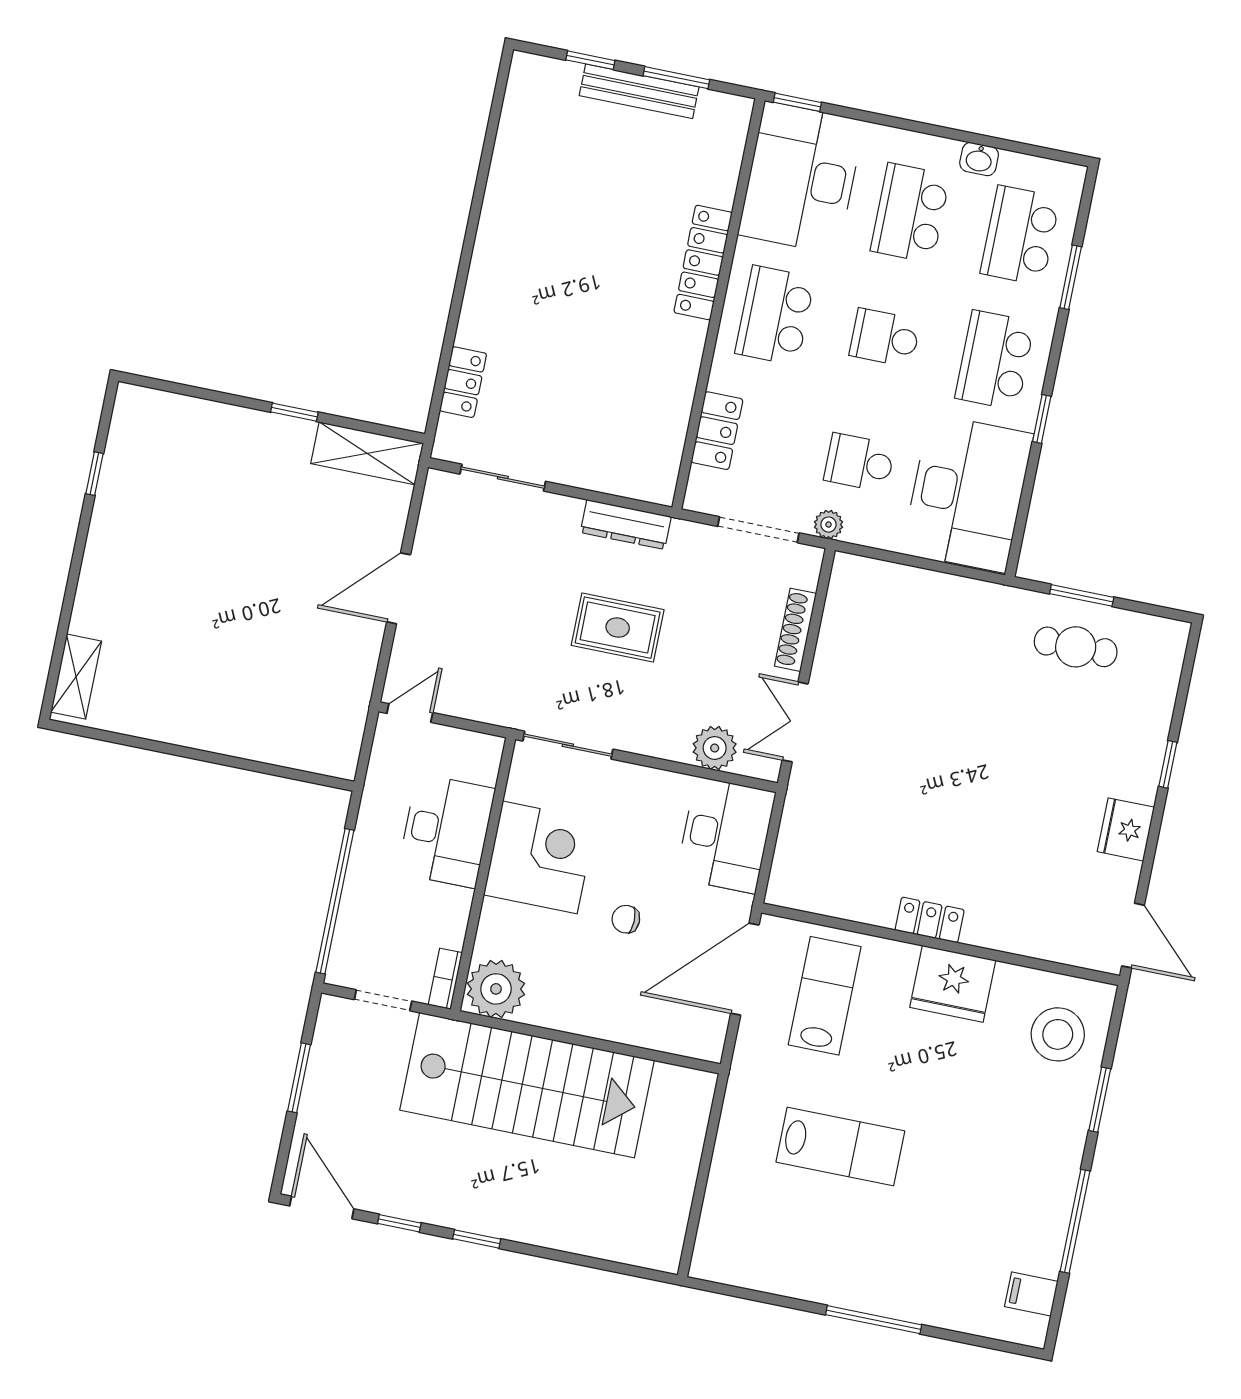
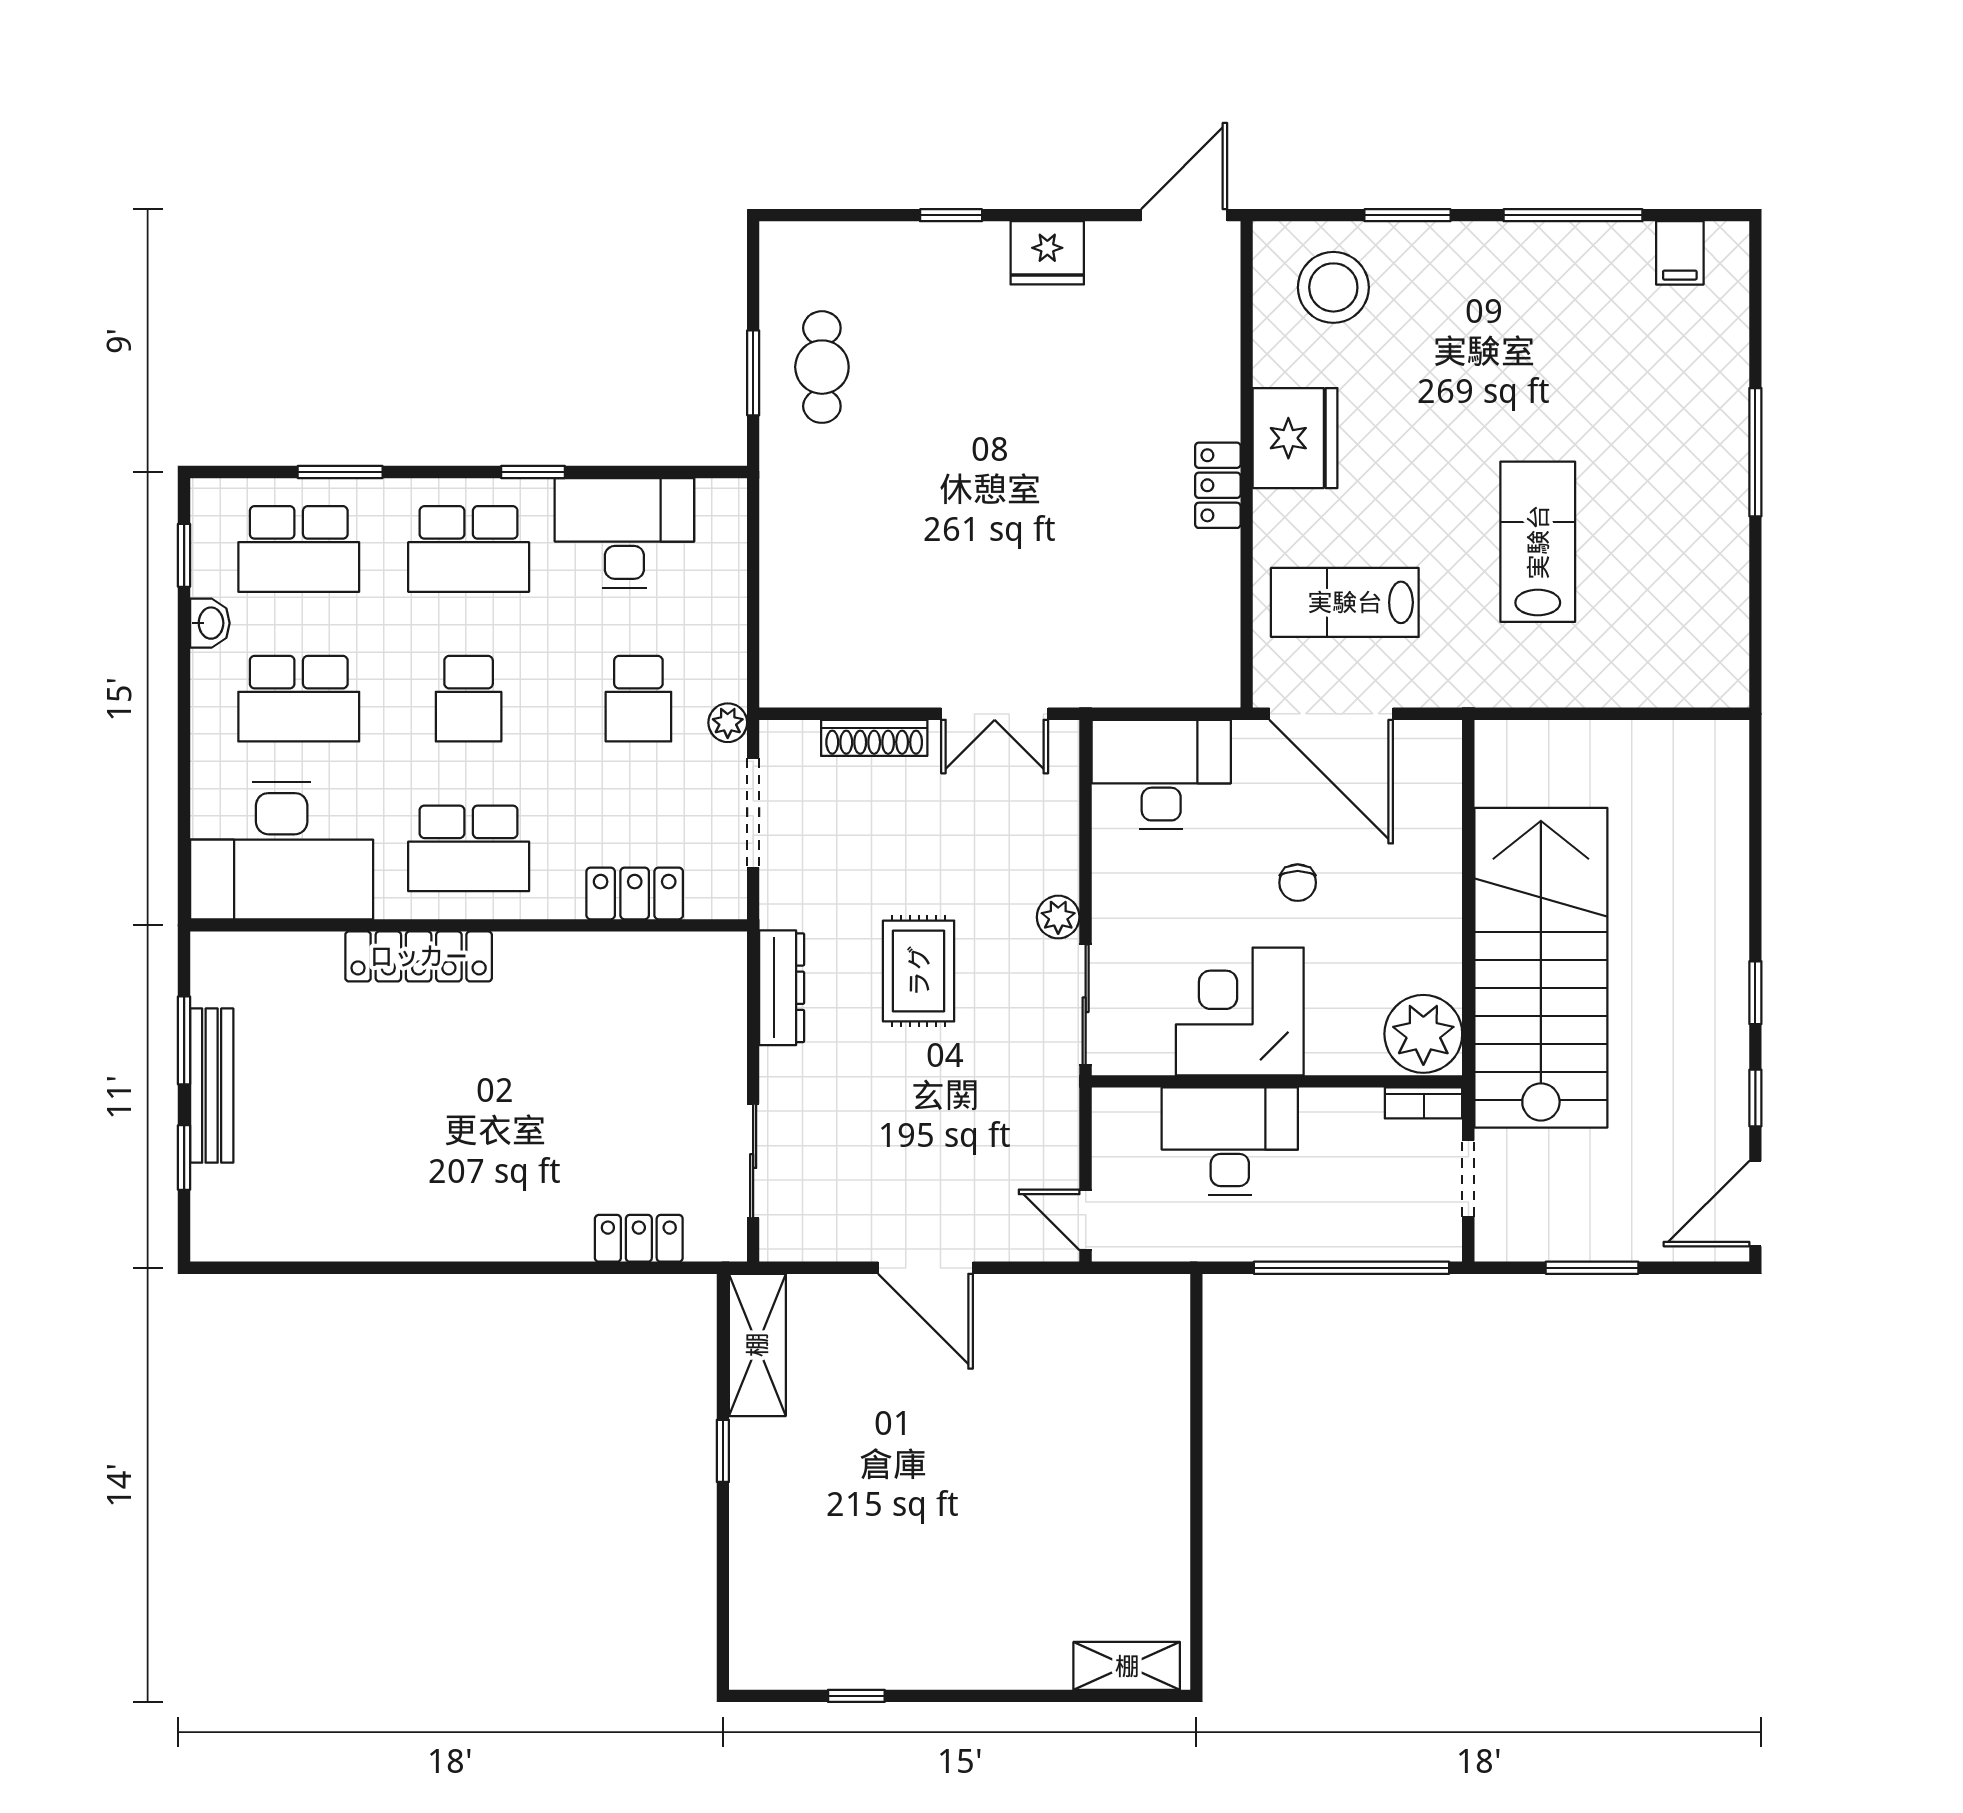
window: (797, 102) -> (184, 555), moved
desk: (968, 493) -> (624, 533), width x0.73, depth x0.77
plant: (715, 748) -> (1058, 917), moved, width x0.73, depth x0.73

